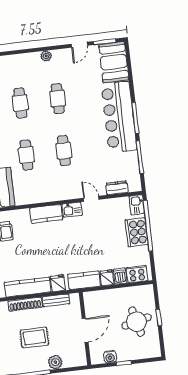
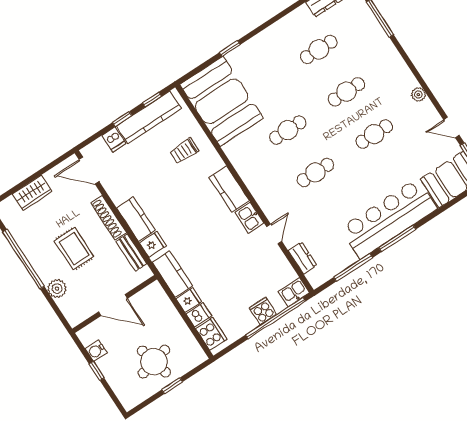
cooker: (137, 232) -> (263, 311), width x0.53, depth x0.76
kitchen counter: (28, 287) -> (136, 219), width x0.67

